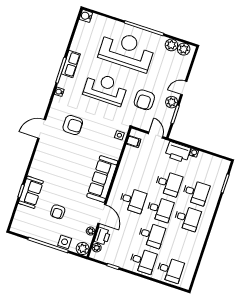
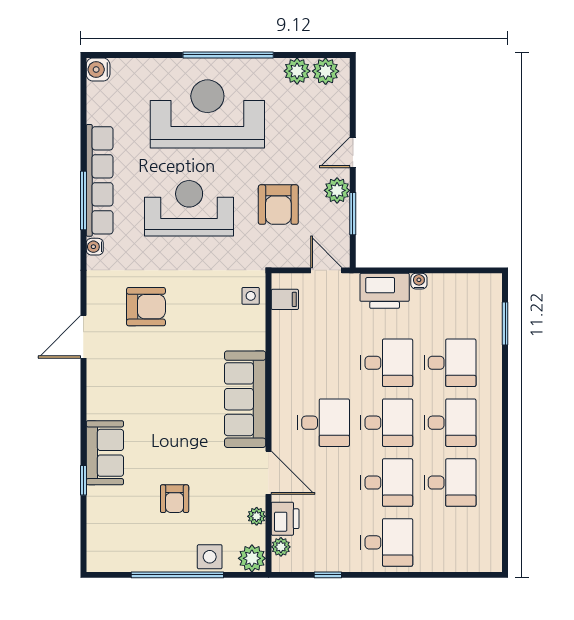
row of seats: (71, 64) -> (100, 180), width x2.02
sofa: (31, 192) -> (105, 453), moved
desk: (170, 270) -> (450, 483), moved

